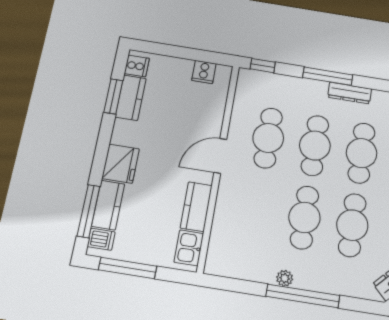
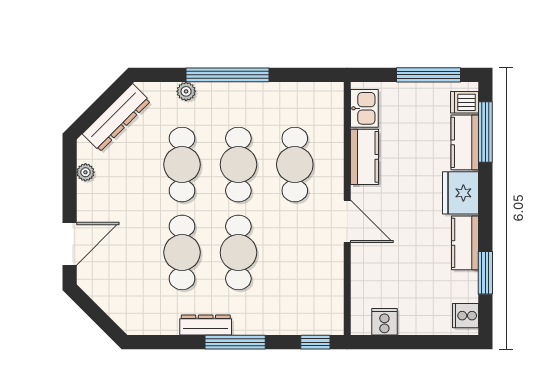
kitchen counter: (131, 98) -> (465, 243), moved
cafe table: (268, 138) -> (295, 165), moved
door: (220, 156) -> (347, 221), hinge flipped
plant: (285, 278) -> (186, 91), moved

